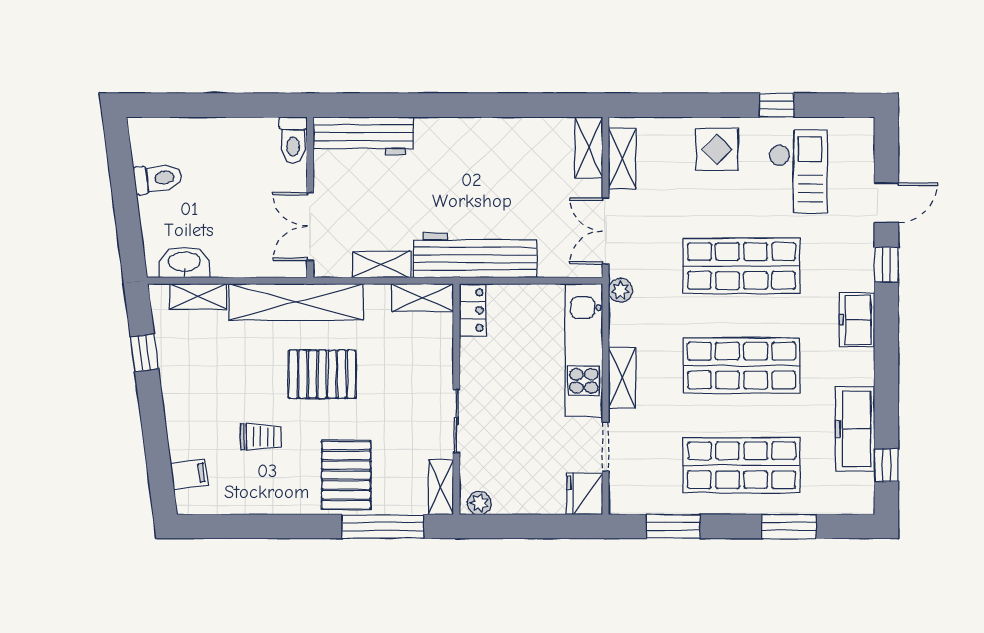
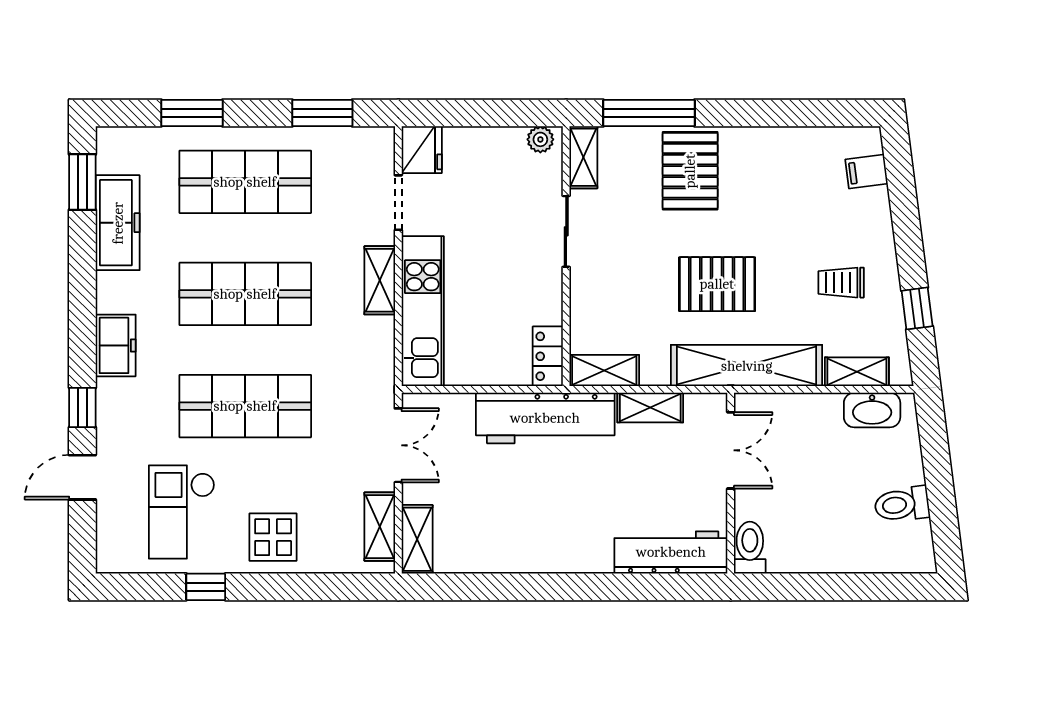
plant: (620, 290) -> (382, 379), removed
trolley: (261, 437) -> (841, 283), moved
window: (886, 465) -> (82, 182), width x1.50

